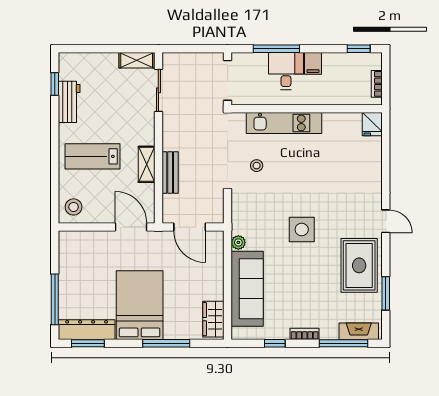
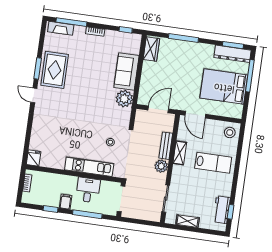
window: (359, 49) -> (51, 209), moved
shelving: (137, 60) -> (188, 221), moved
desk: (286, 71) -> (88, 190), moved, turned 180
workbench: (69, 102) -> (222, 210), moved
plant: (172, 140) -> (161, 166), added
door: (190, 227) -> (158, 109), hinge flipped
side table: (302, 229) -> (88, 98), removed
plant: (238, 242) -> (124, 99), width x1.88, depth x1.88
sofa: (247, 289) -> (127, 72), width x0.73
window: (386, 293) -> (38, 68), moved
bed: (140, 305) -> (224, 87), moved, turned 90
window: (275, 343) -> (126, 30), moved

